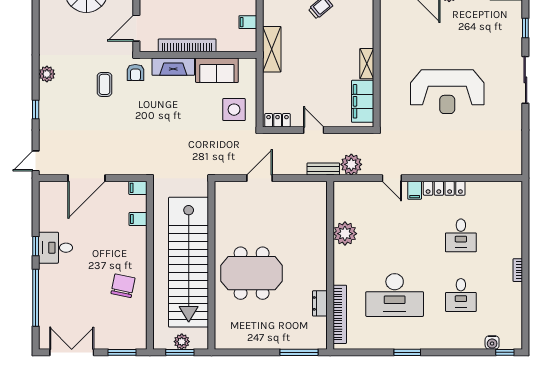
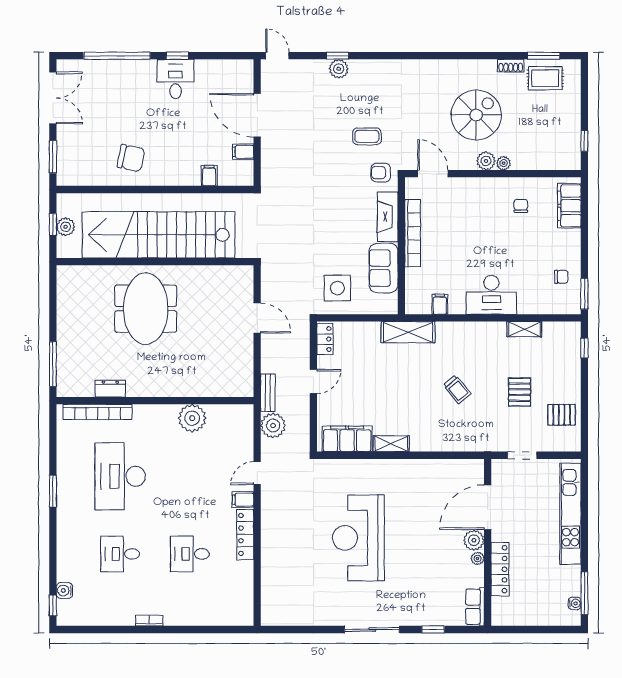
plant: (47, 74) -> (339, 69), moved
filing cabinet: (138, 188) -> (243, 152), moved, turned -90
window: (180, 352) -> (53, 225), width x0.67

